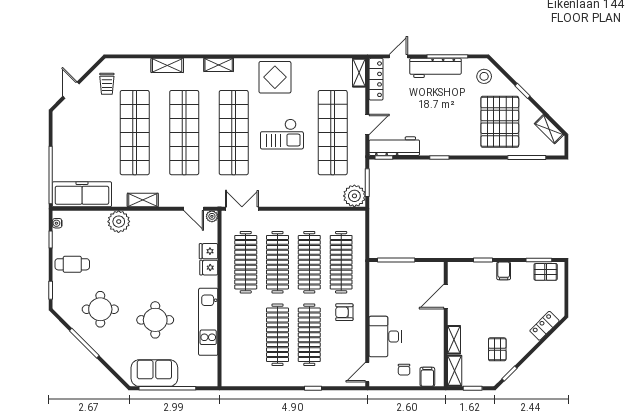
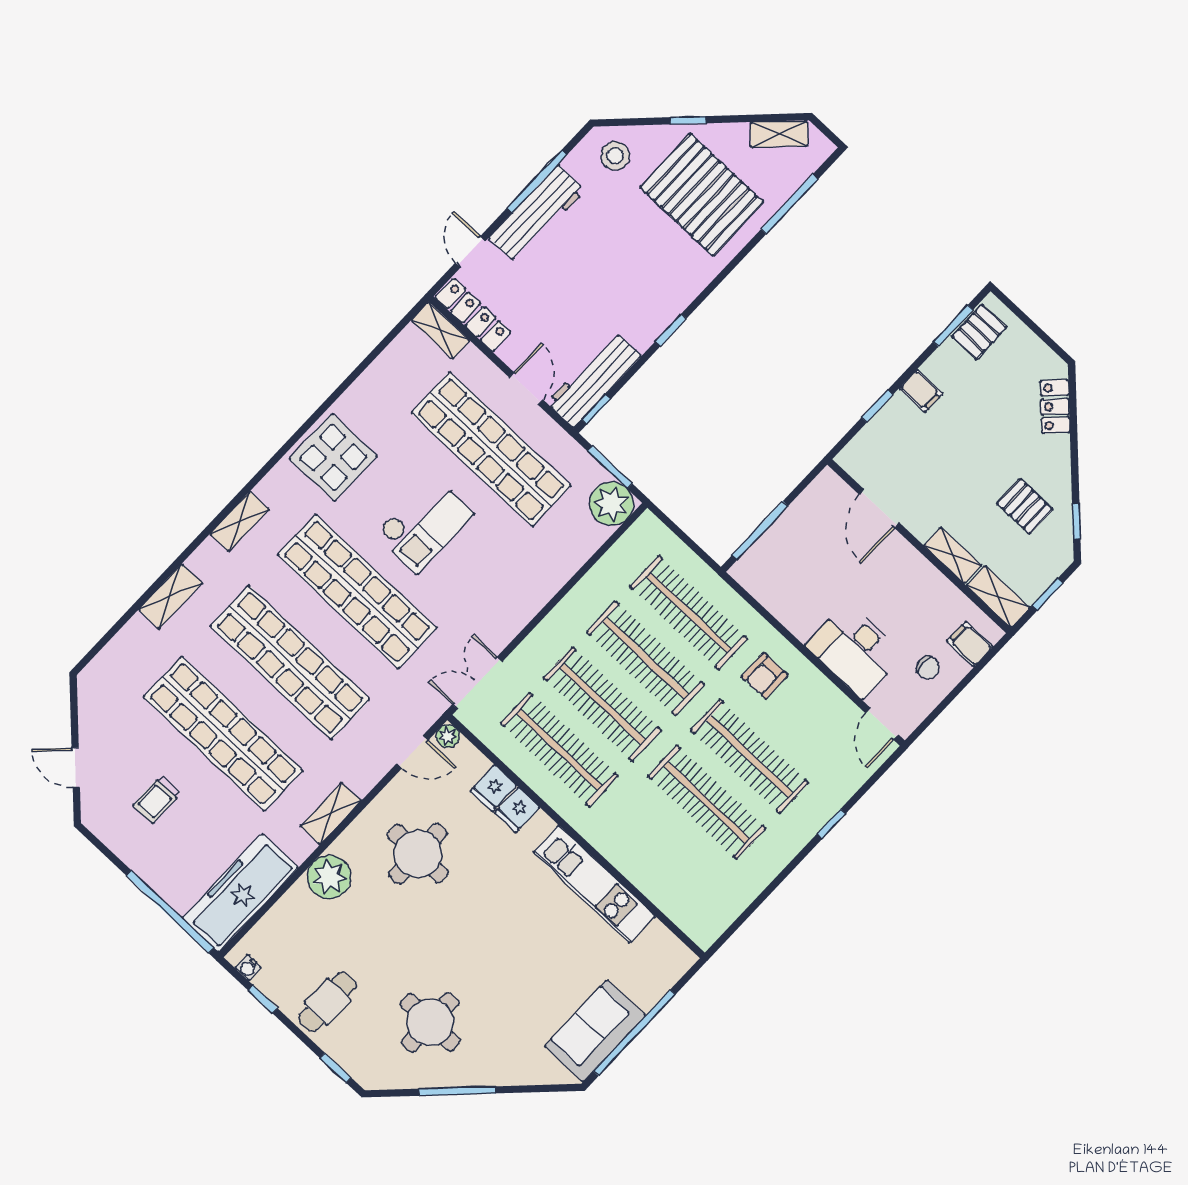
trolley: (107, 84) -> (157, 799), moved, turned 90
round table: (155, 320) -> (418, 854), moved

